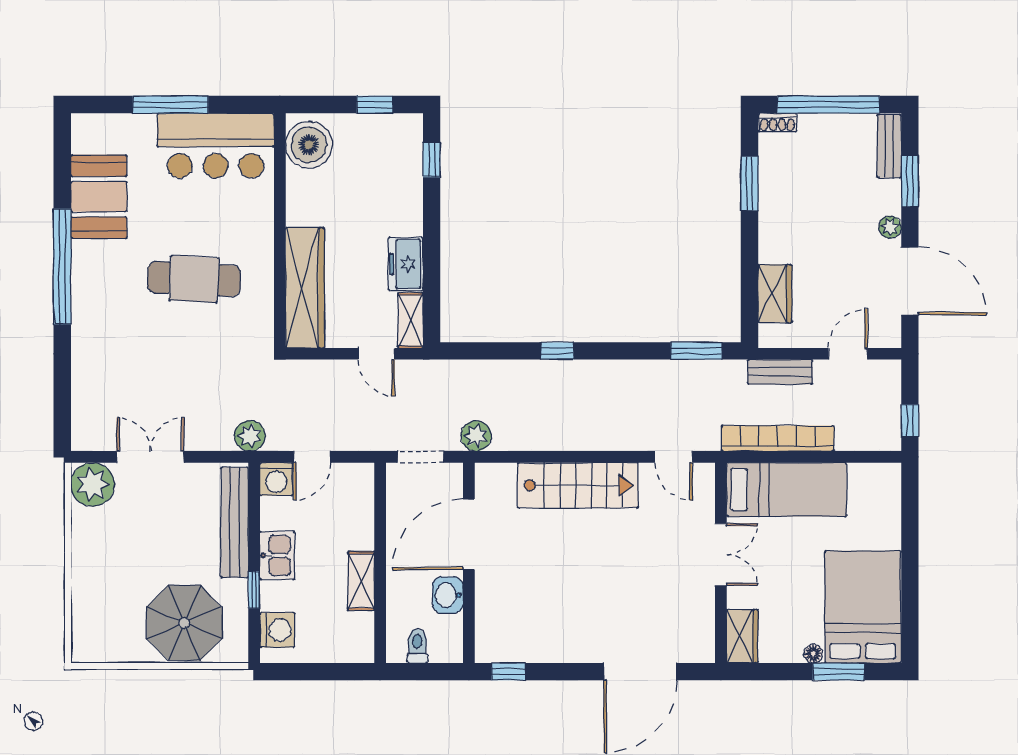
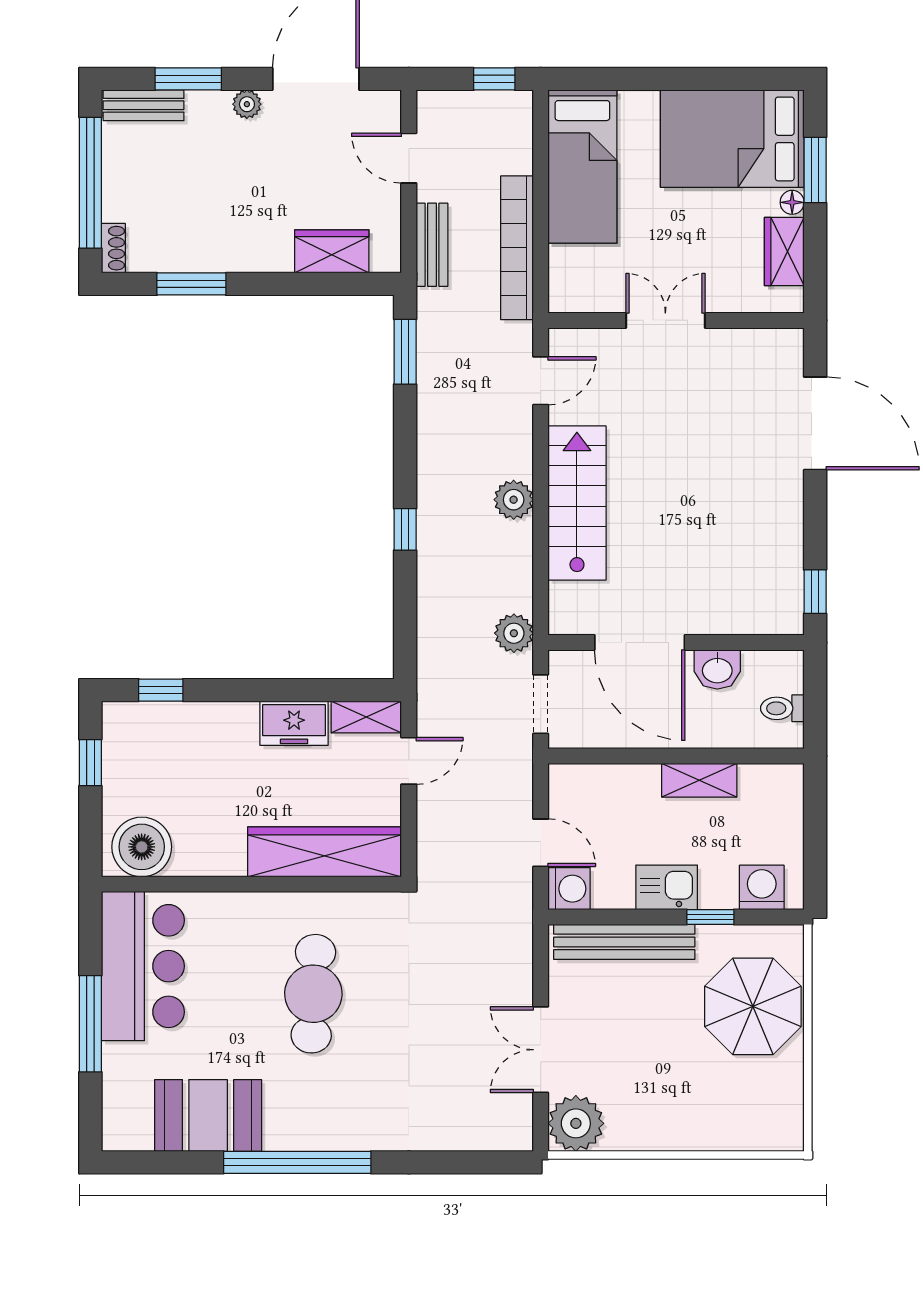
plant: (250, 436) -> (514, 500), moved
bed: (787, 490) -> (582, 167), moved, turned 180
wardrobe: (742, 636) -> (784, 251), moved, turned -90

